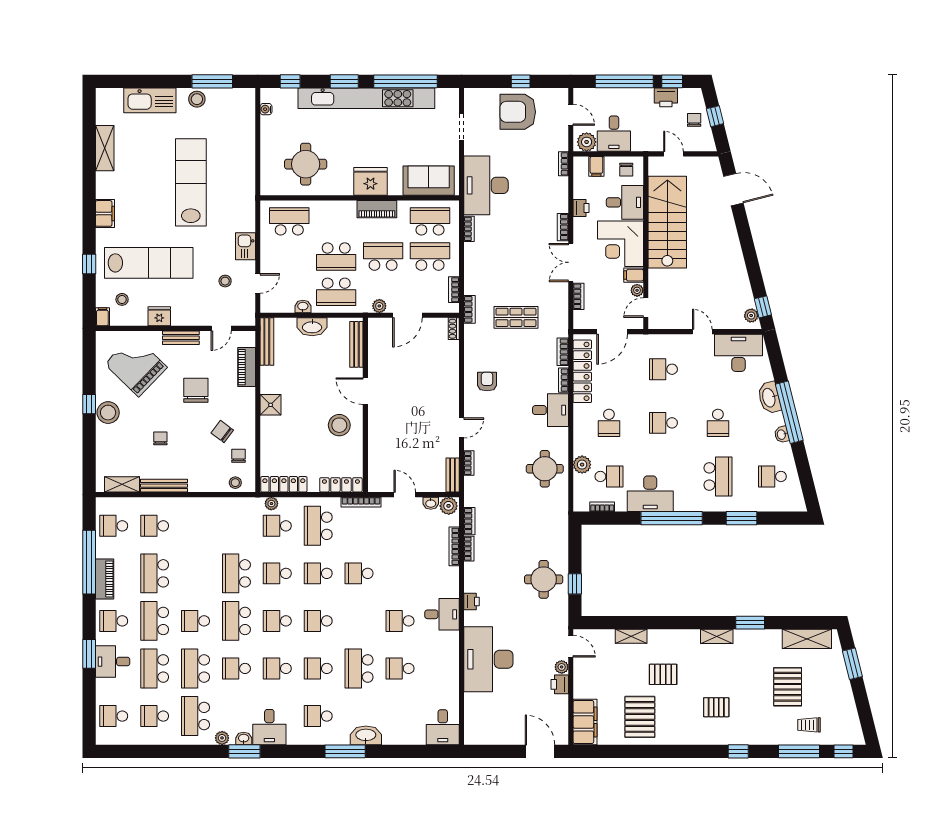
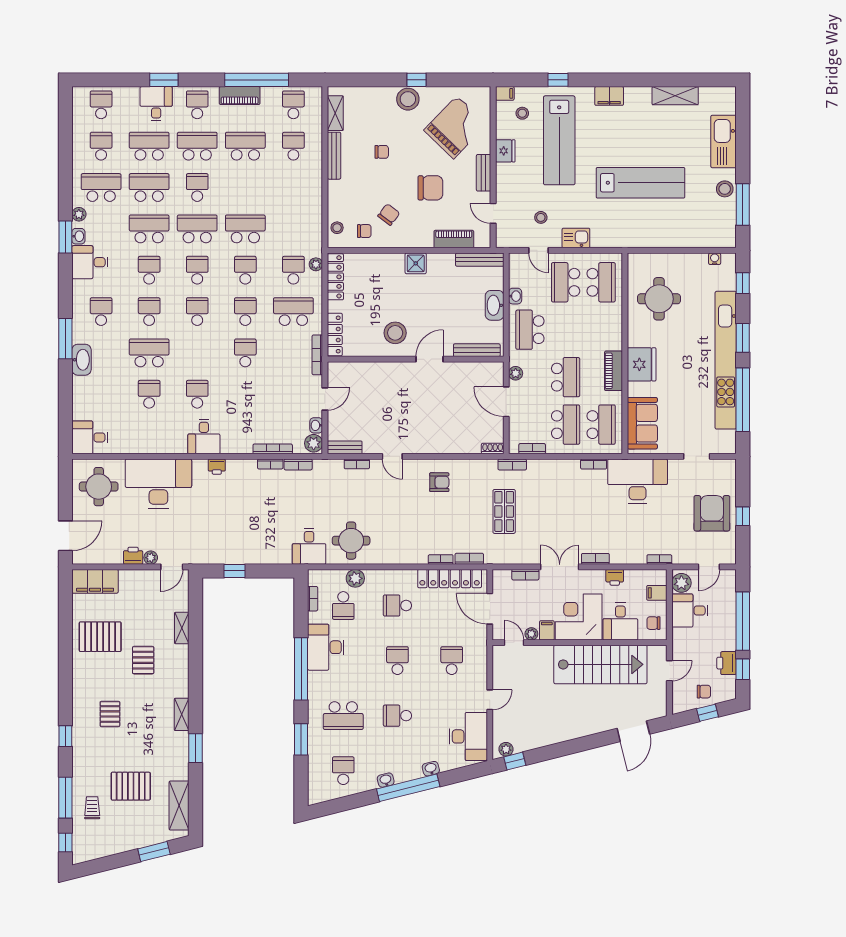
school desk: (336, 257) -> (566, 282), moved
washbasin: (769, 398) -> (431, 769), width x0.52, depth x0.69
desk: (551, 410) -> (309, 546), moved
round table: (544, 579) -> (99, 487), moved
school desk: (236, 668) -> (149, 229), width x1.85

